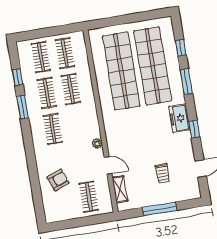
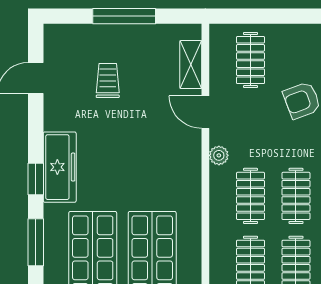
freezer: (179, 118) -> (60, 167), width x1.40
clothes rail: (77, 125) -> (251, 196), added
window: (194, 129) -> (36, 179), moved

